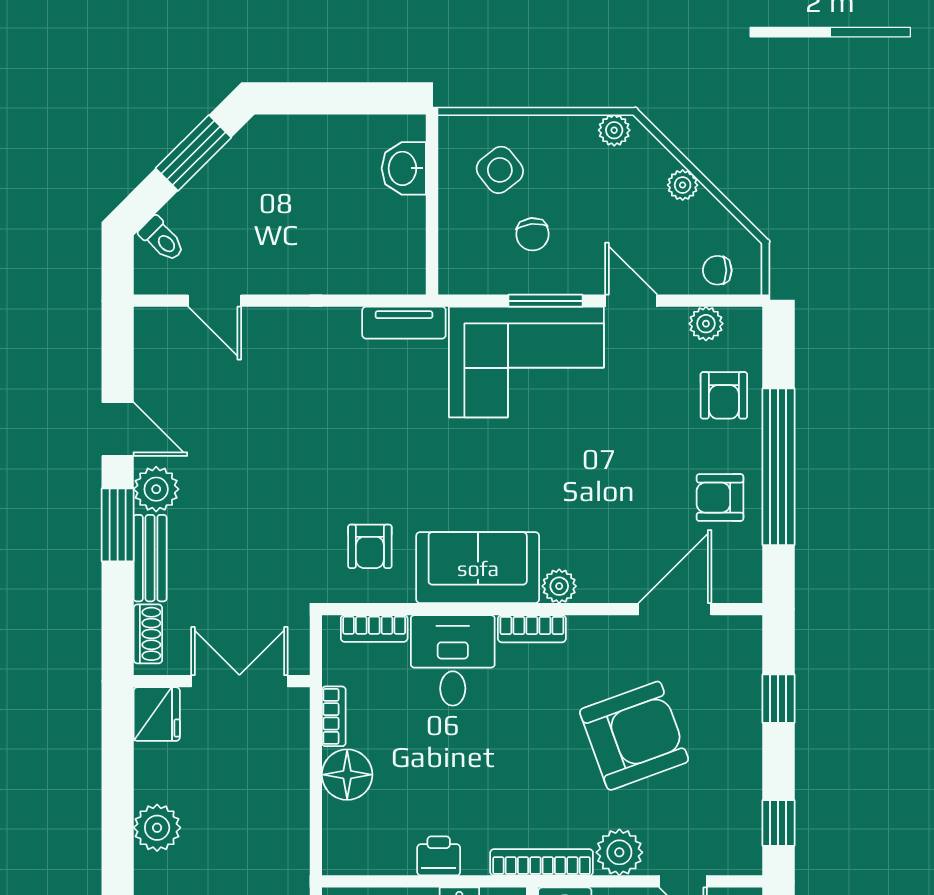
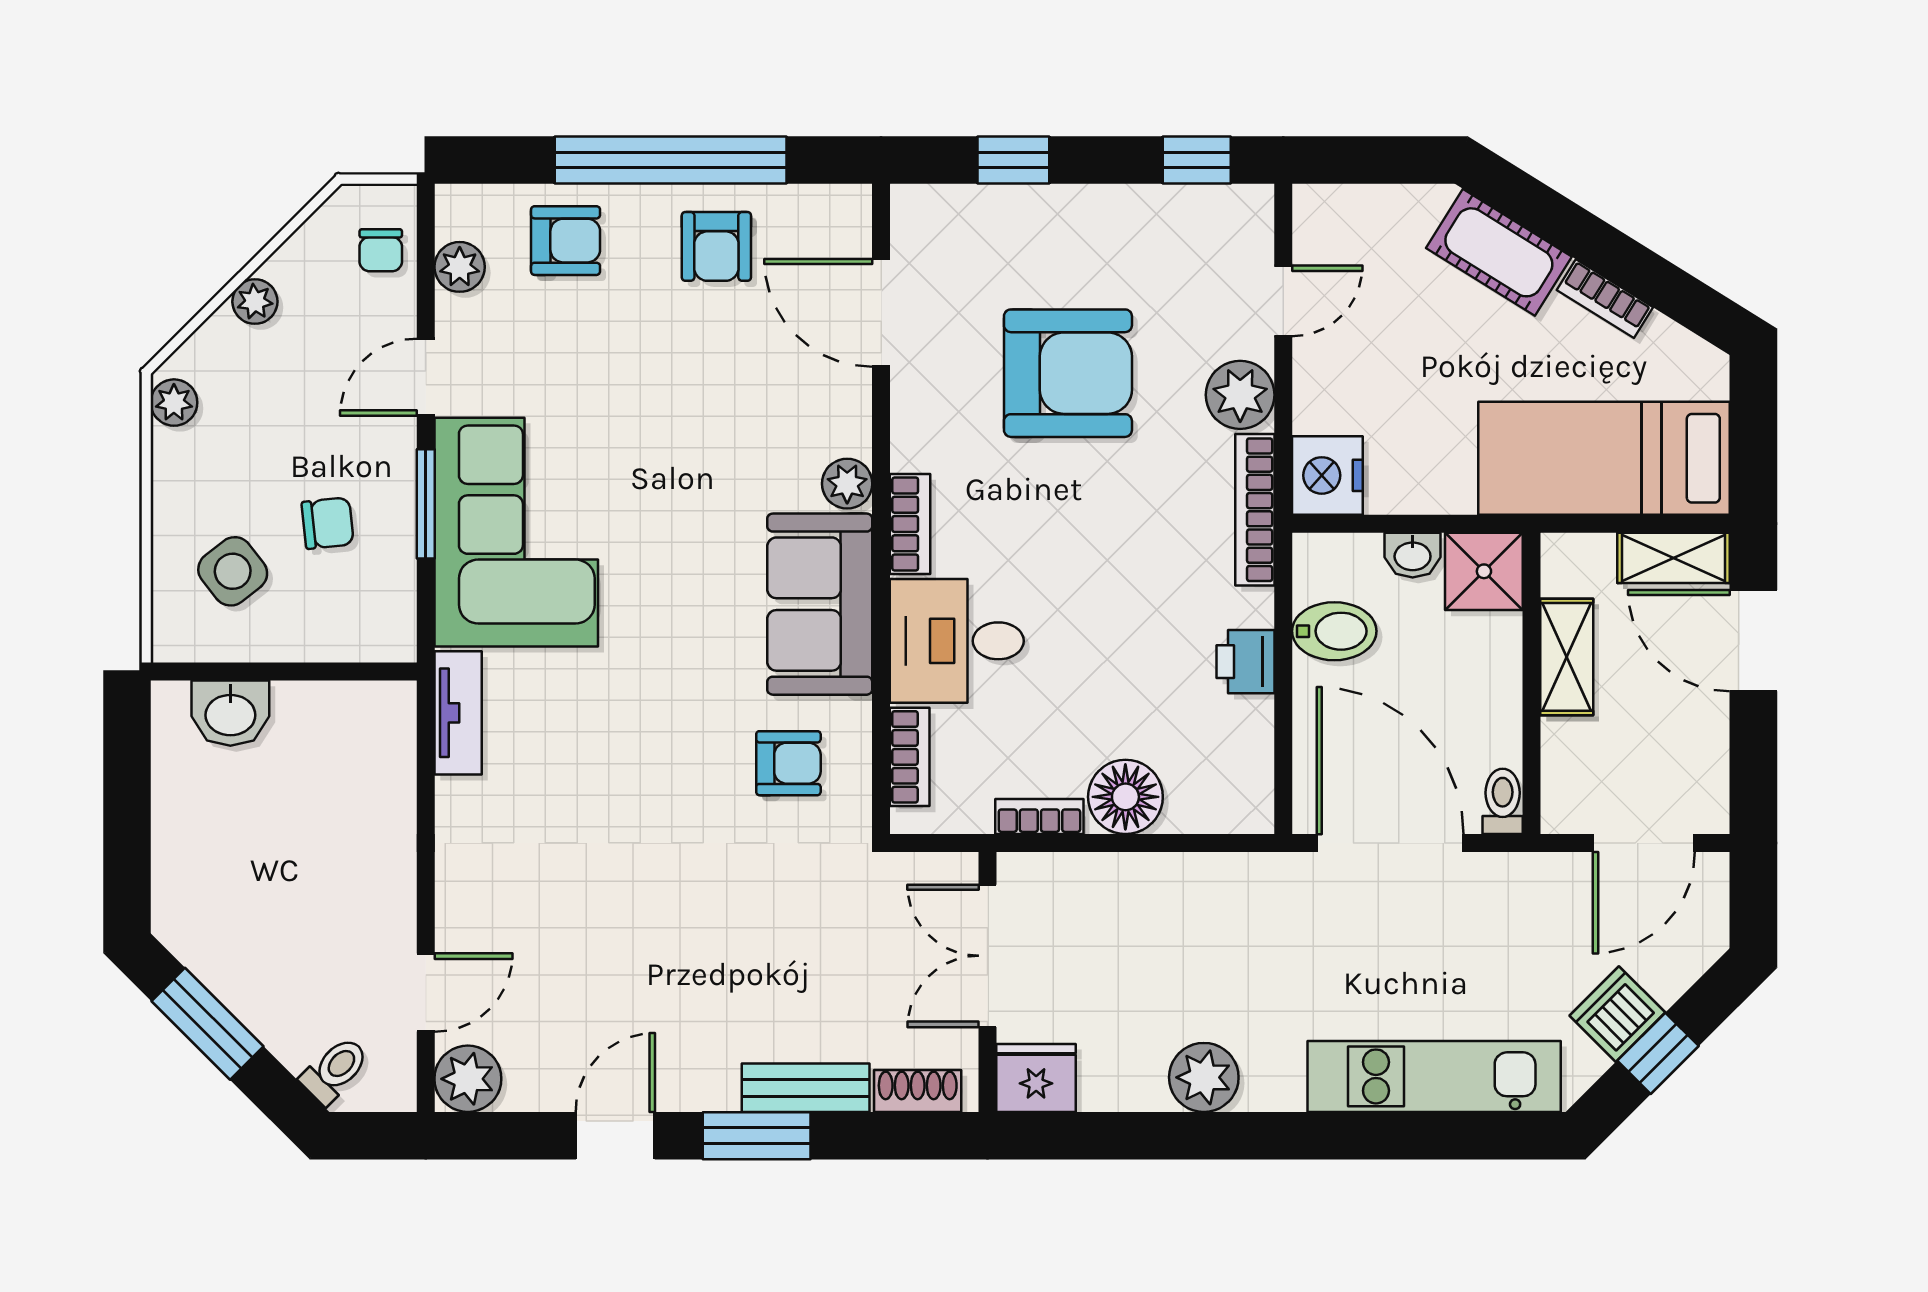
plant: (156, 489) -> (468, 1079), moved
armchair: (634, 736) -> (1068, 373), turned 110

